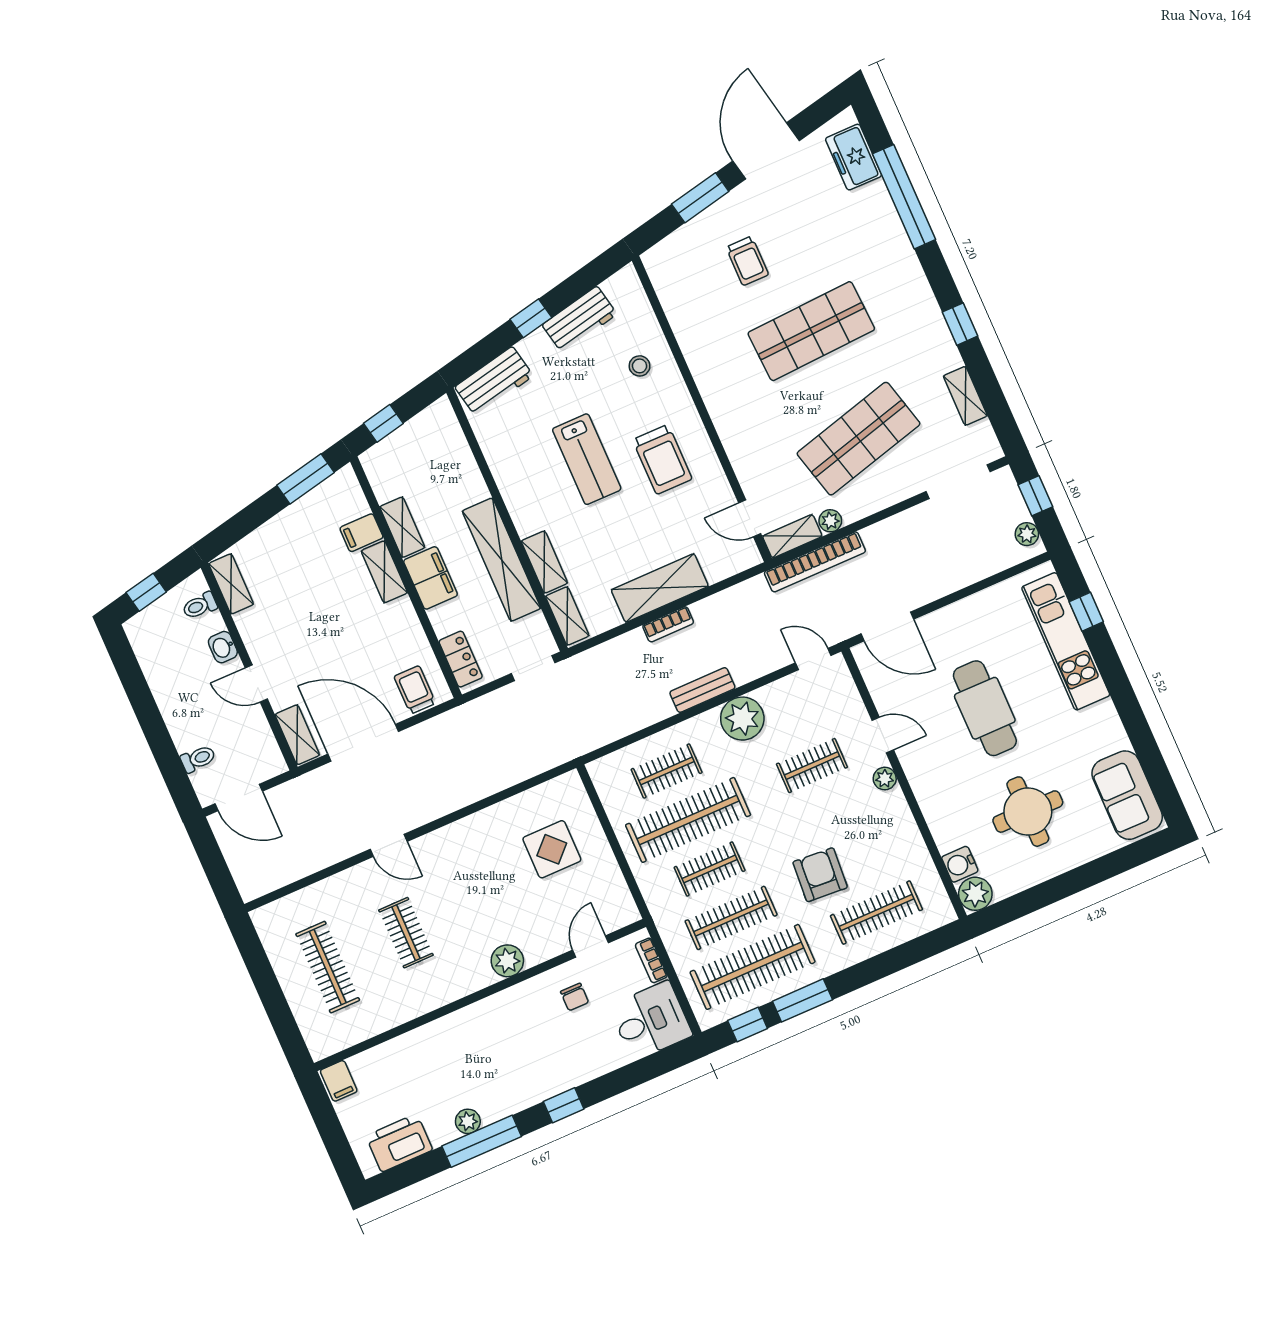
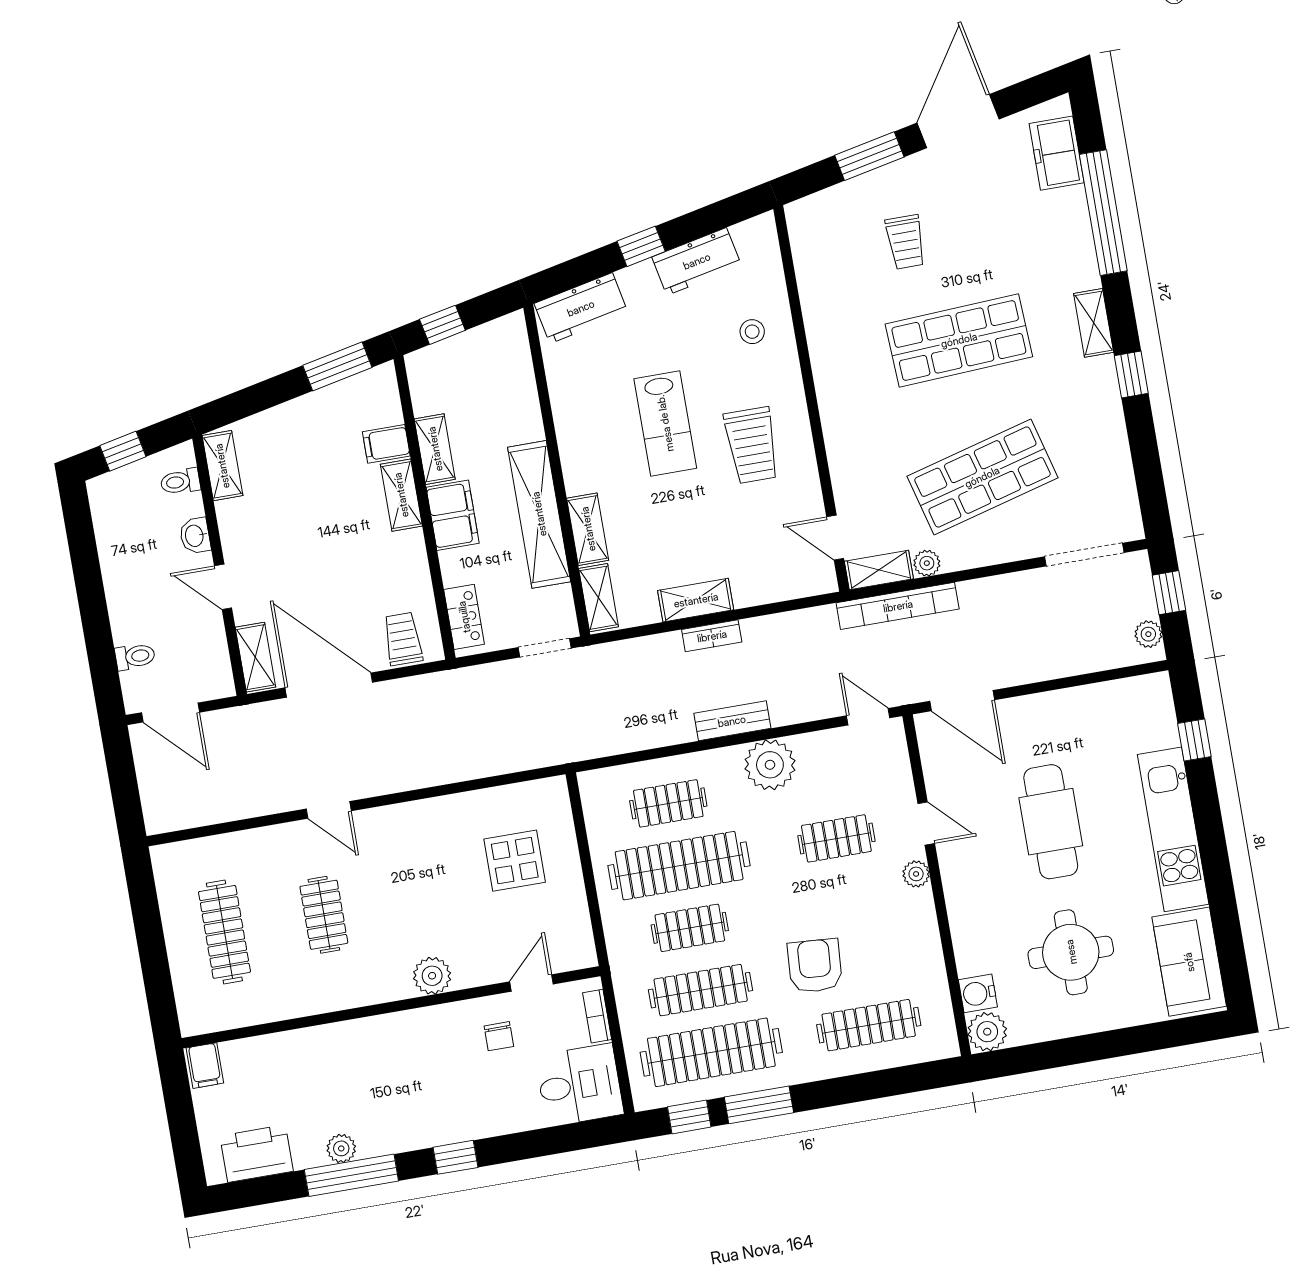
shelving: (965, 396) -> (1094, 323), moved
shelving: (660, 588) -> (696, 600), width x0.67, depth x0.75
kitchen unit: (1066, 641) -> (1173, 829), moved

